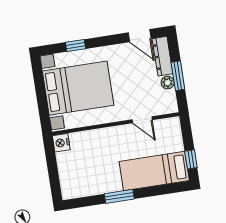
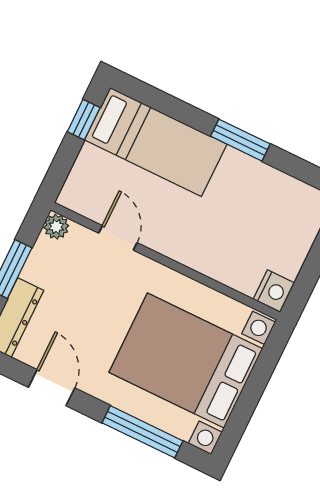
door: (140, 36) -> (52, 388), moved
window: (76, 46) -> (142, 432), width x2.17
plant: (168, 83) -> (56, 227), moved

